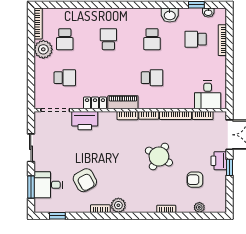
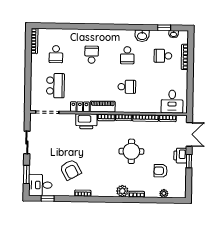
plant: (43, 49) -> (38, 62), removed
school desk: (65, 78) -> (55, 86), width x1.85
printer: (85, 121) -> (86, 121), moved
round table: (159, 157) -> (131, 151), turned -31
desk: (48, 185) -> (40, 185), moved
plant: (118, 205) -> (122, 191), moved

